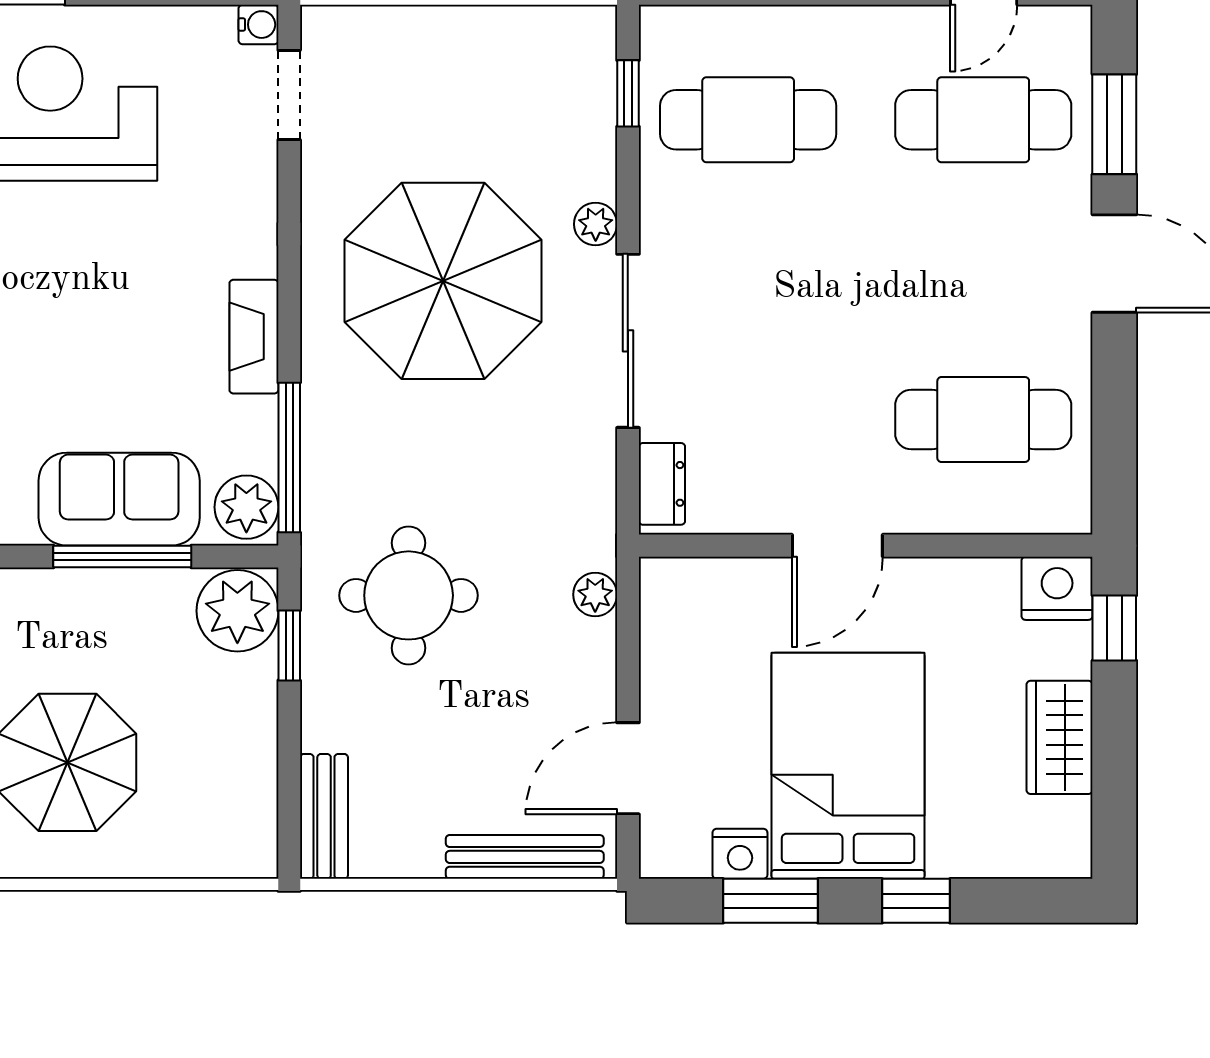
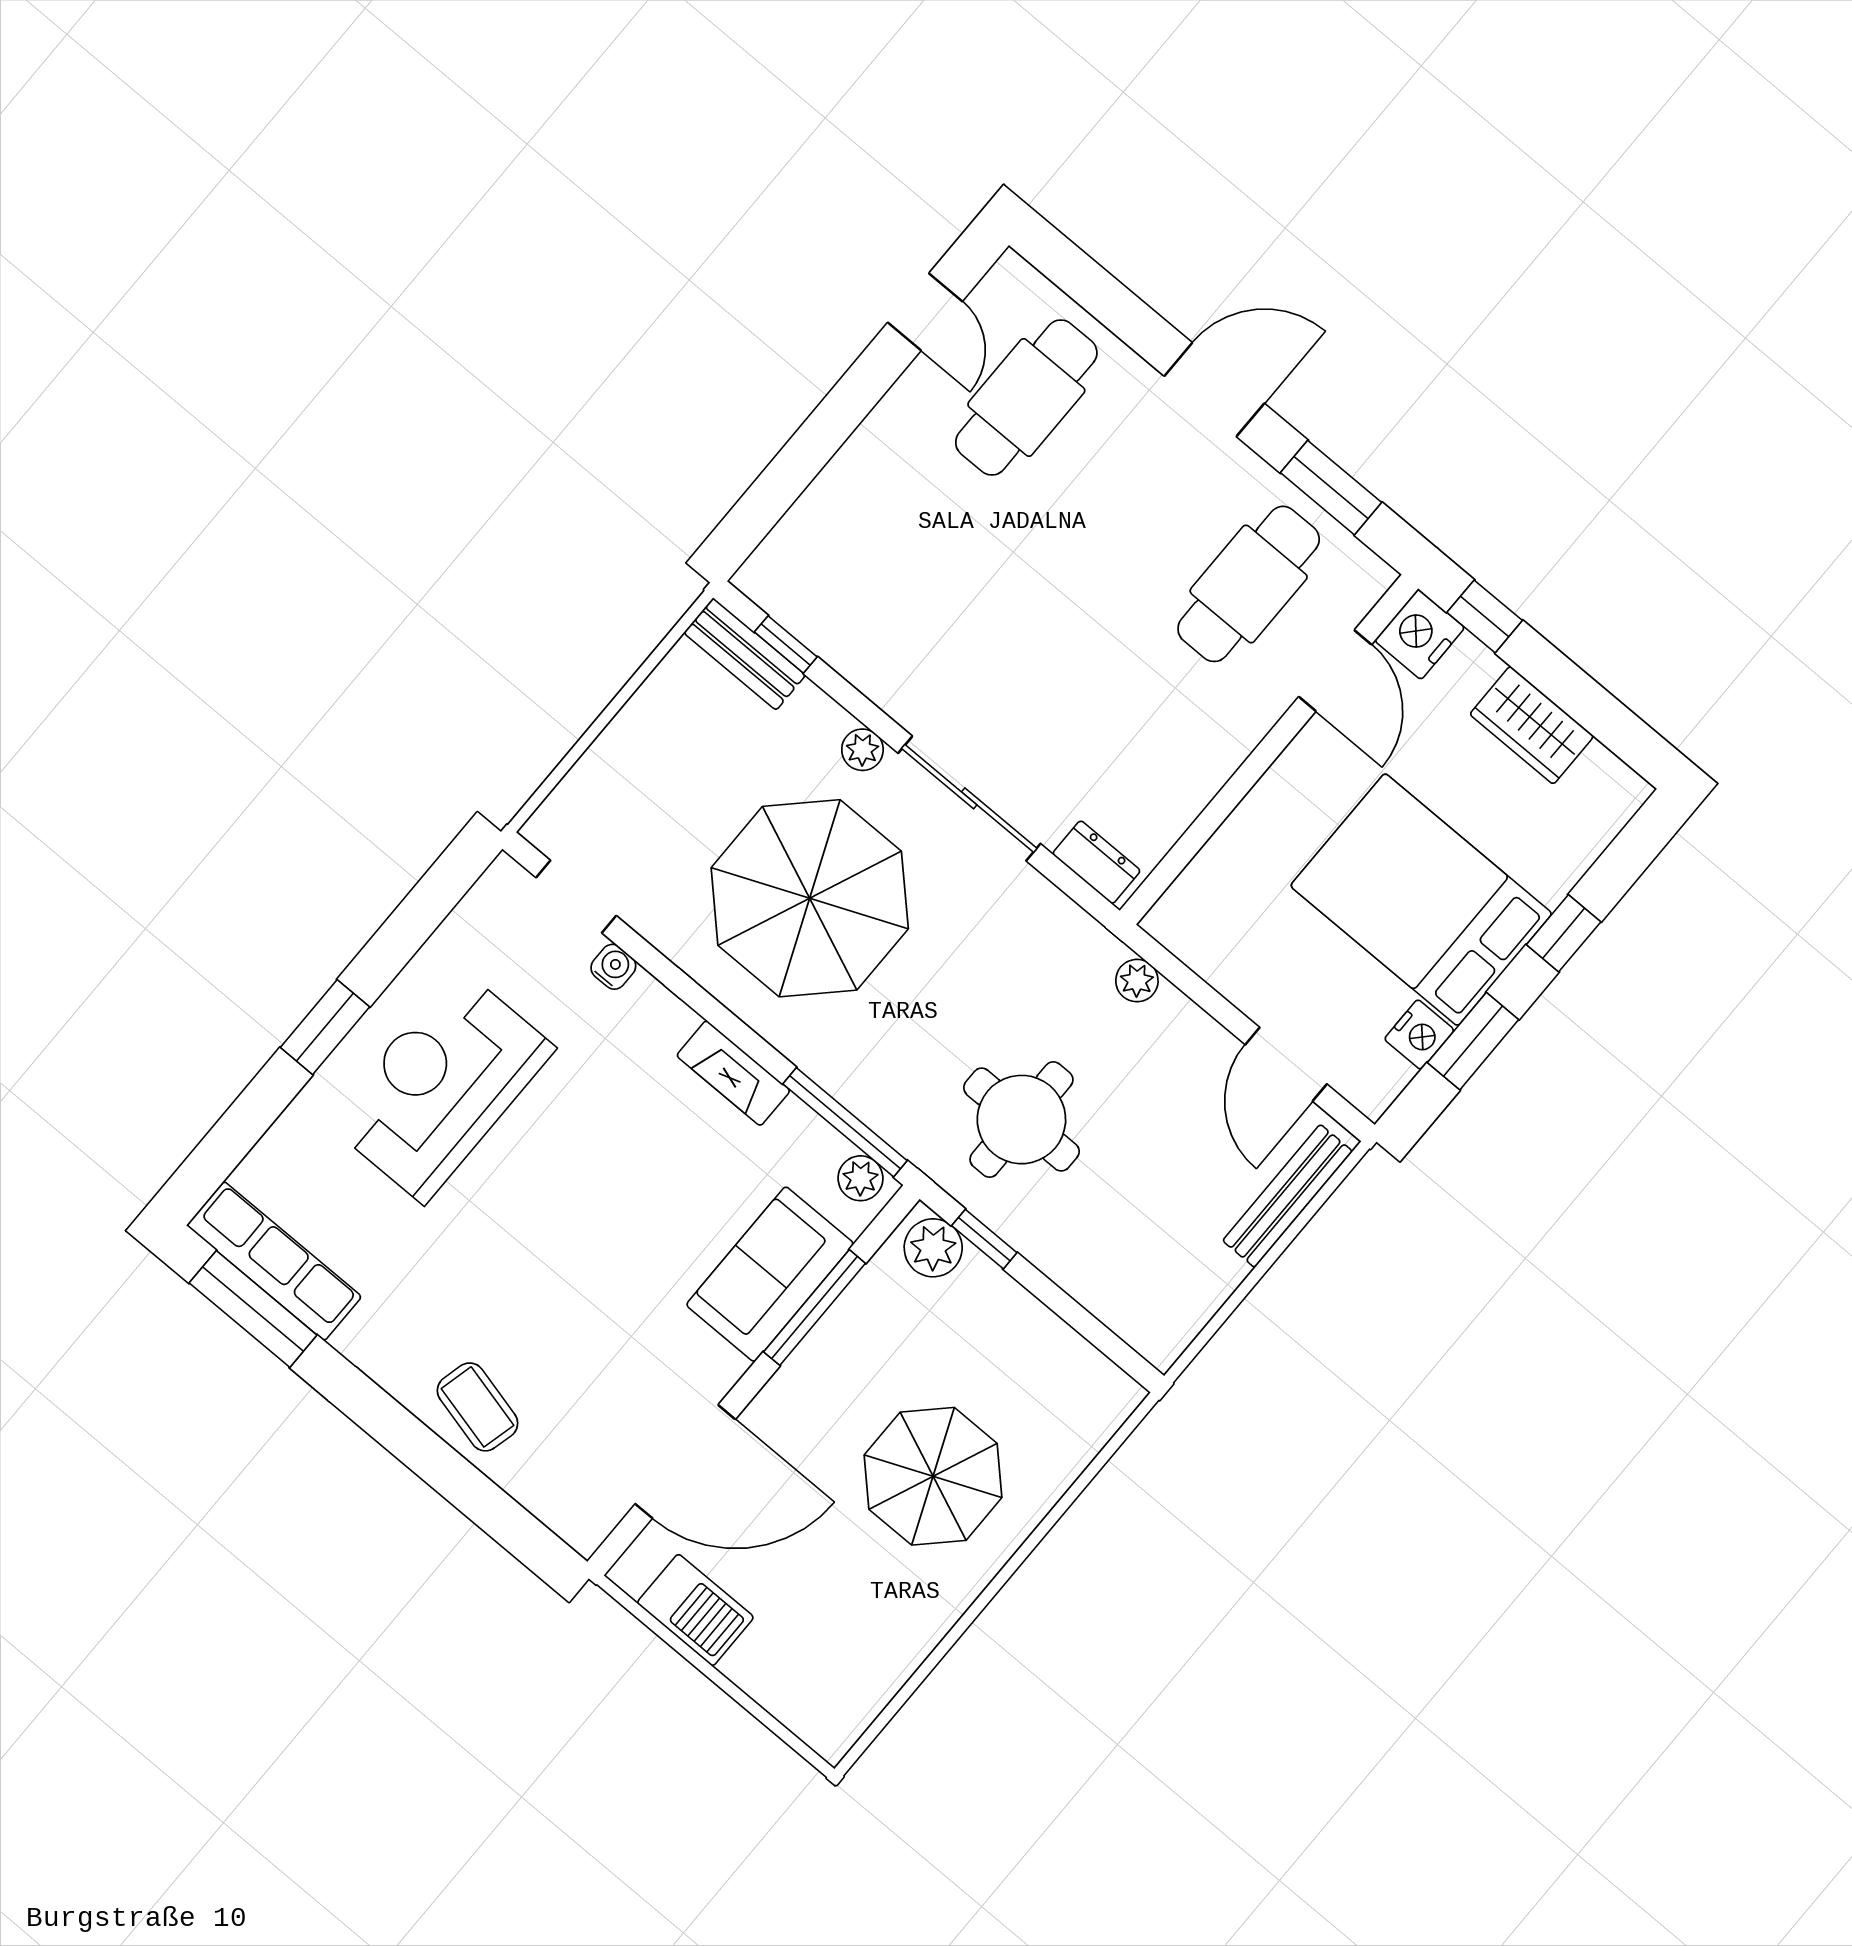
water cooler: (258, 25) -> (613, 967), moved
cafe table: (748, 120) -> (880, 572), removed
window: (1114, 124) -> (1331, 488), moved
plant: (246, 507) -> (860, 1178), width x0.73, depth x0.73
door: (837, 546) -> (1335, 671), moved
plant: (237, 611) -> (933, 1248), width x0.73, depth x0.73
bench: (324, 816) -> (745, 654), moved

